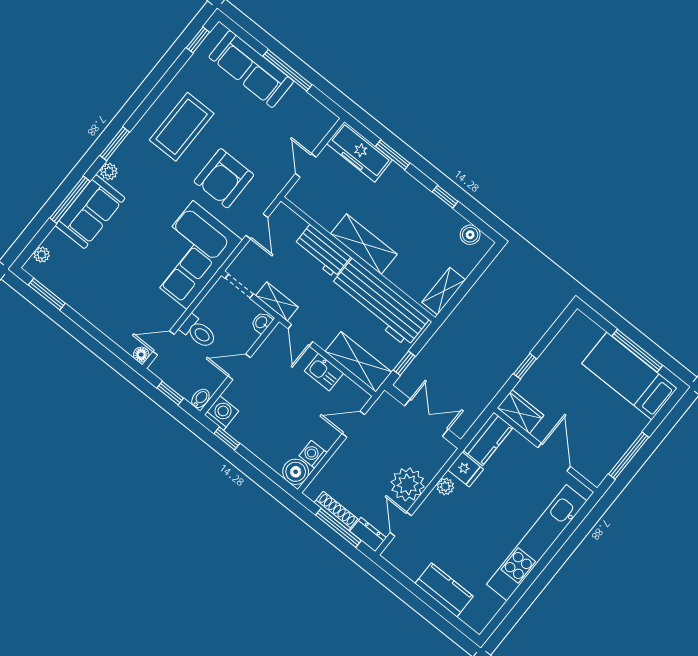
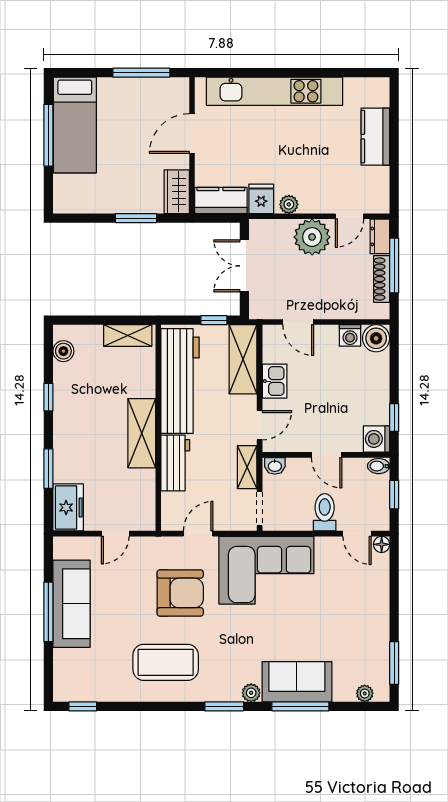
sofa: (251, 69) -> (72, 604), moved
freezer: (359, 152) -> (68, 507), width x0.71
window: (525, 366) -> (136, 218), width x1.50

